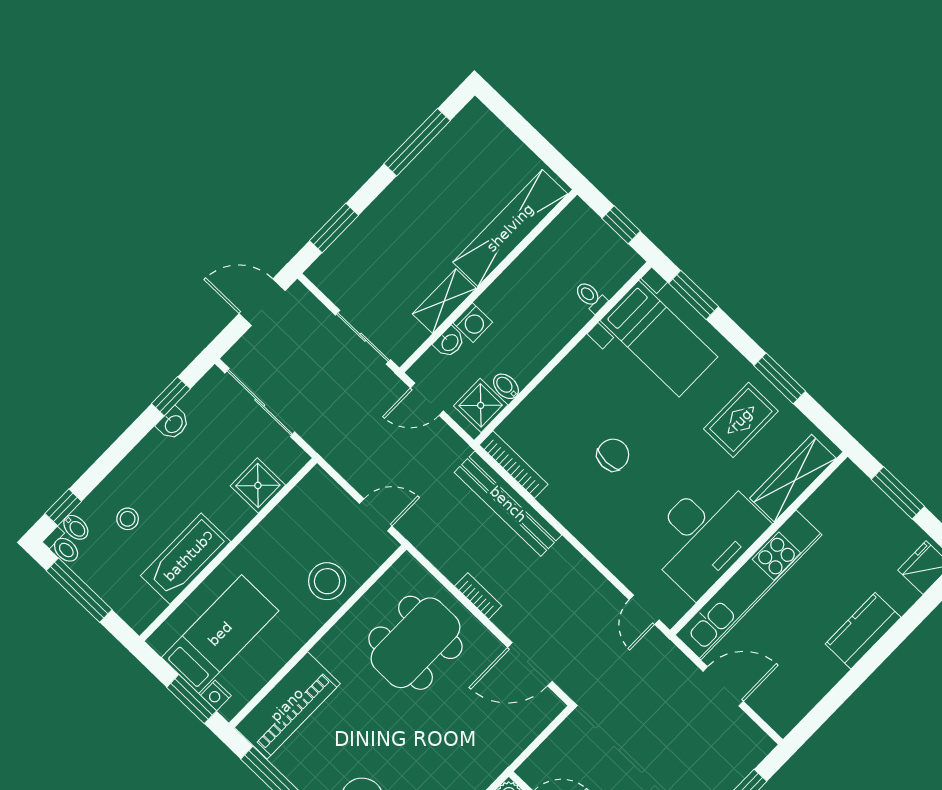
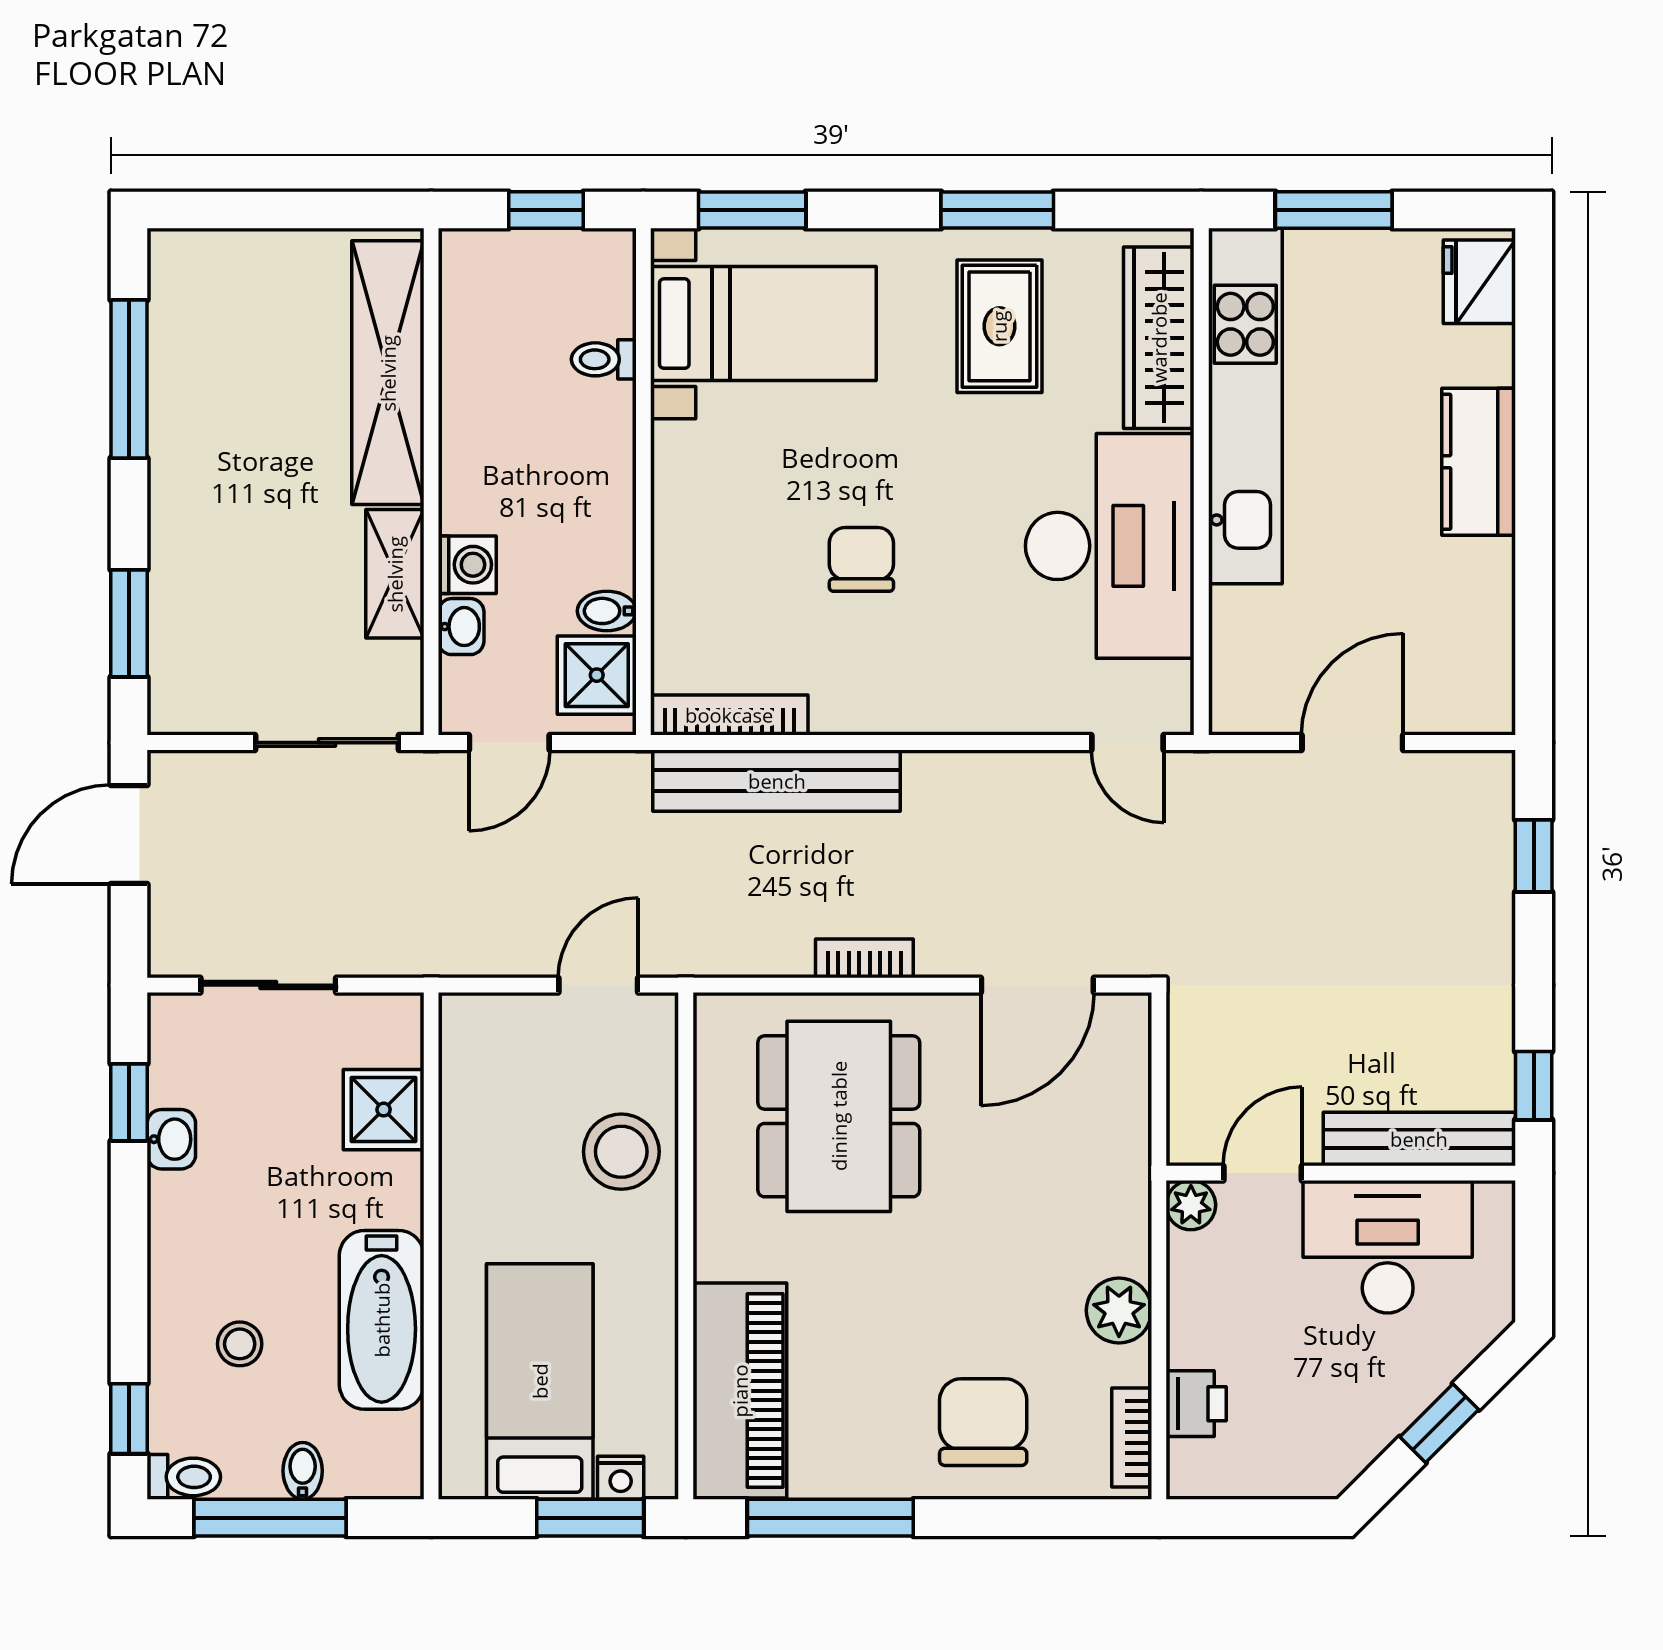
sliding door: (260, 402) -> (268, 985), width x0.73
bidet: (76, 527) -> (303, 1471), moved, turned -90
kitchen unit: (749, 585) -> (1245, 406), moved

